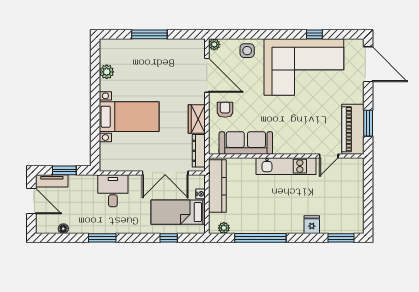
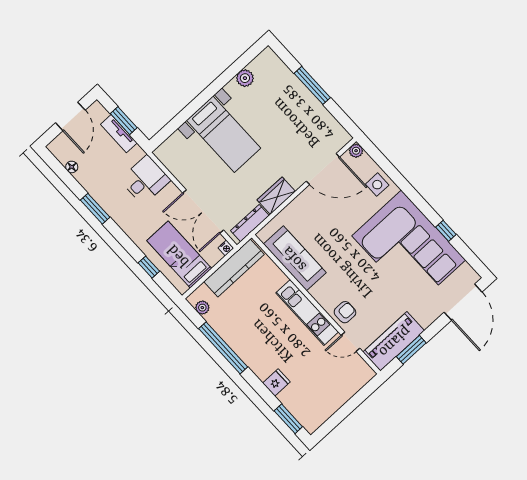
door: (207, 75) -> (323, 169), hinge flipped
armchair: (225, 110) -> (345, 312), moved
tv unit: (52, 181) -> (119, 134), moved
nightstand: (200, 194) -> (226, 248), moved

